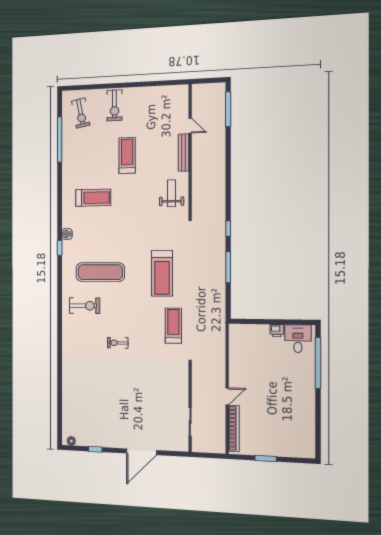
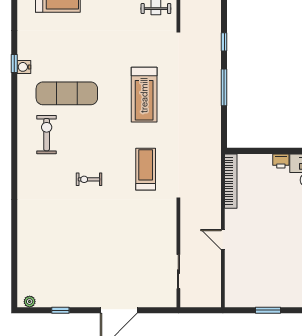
water cooler: (67, 234) -> (24, 67), moved
exercise bike: (84, 306) -> (47, 135), turned -90
treadmill: (173, 326) -> (146, 169), moved
door: (227, 396) -> (223, 239), swing flipped
bookcase: (234, 428) -> (231, 181), moved

